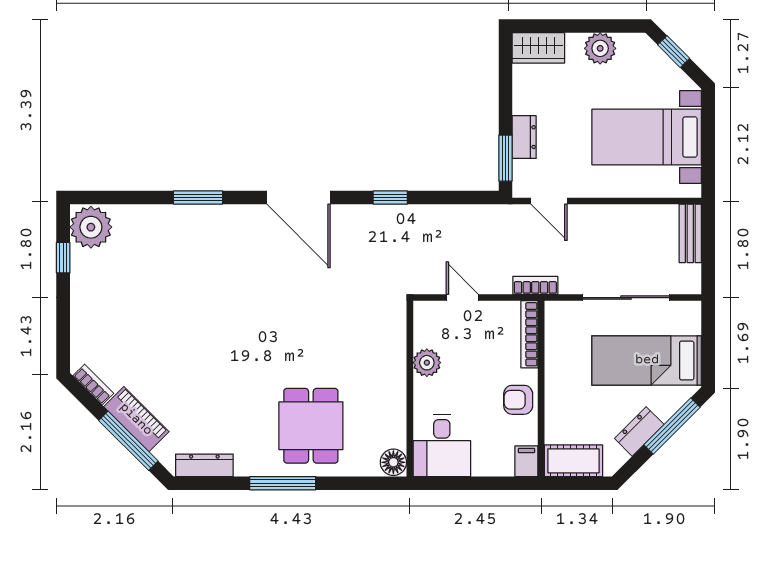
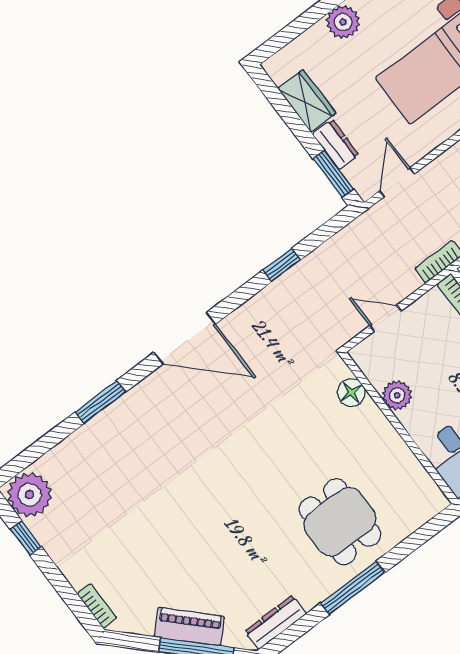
wardrobe: (538, 48) -> (307, 101), moved, turned -90
window: (390, 198) -> (282, 265), moved
door: (549, 201) -> (397, 182), swing flipped
bookcase: (93, 385) -> (97, 606), moved, turned 45
floor lamp: (393, 462) -> (351, 393), moved

